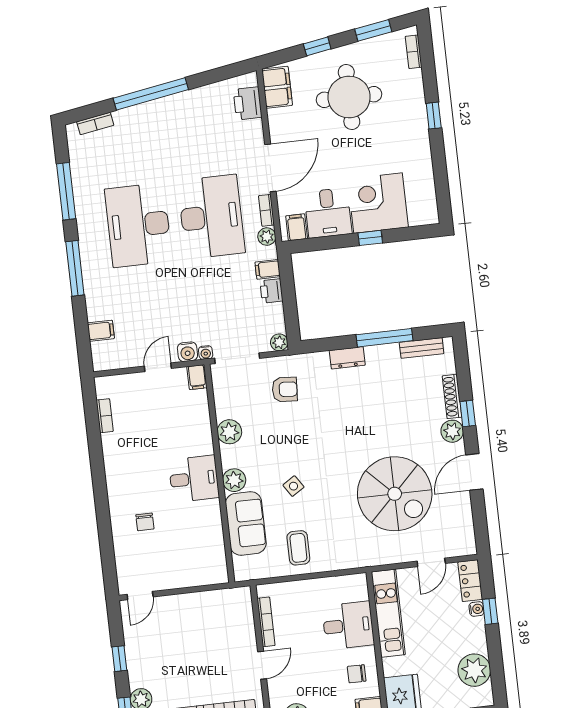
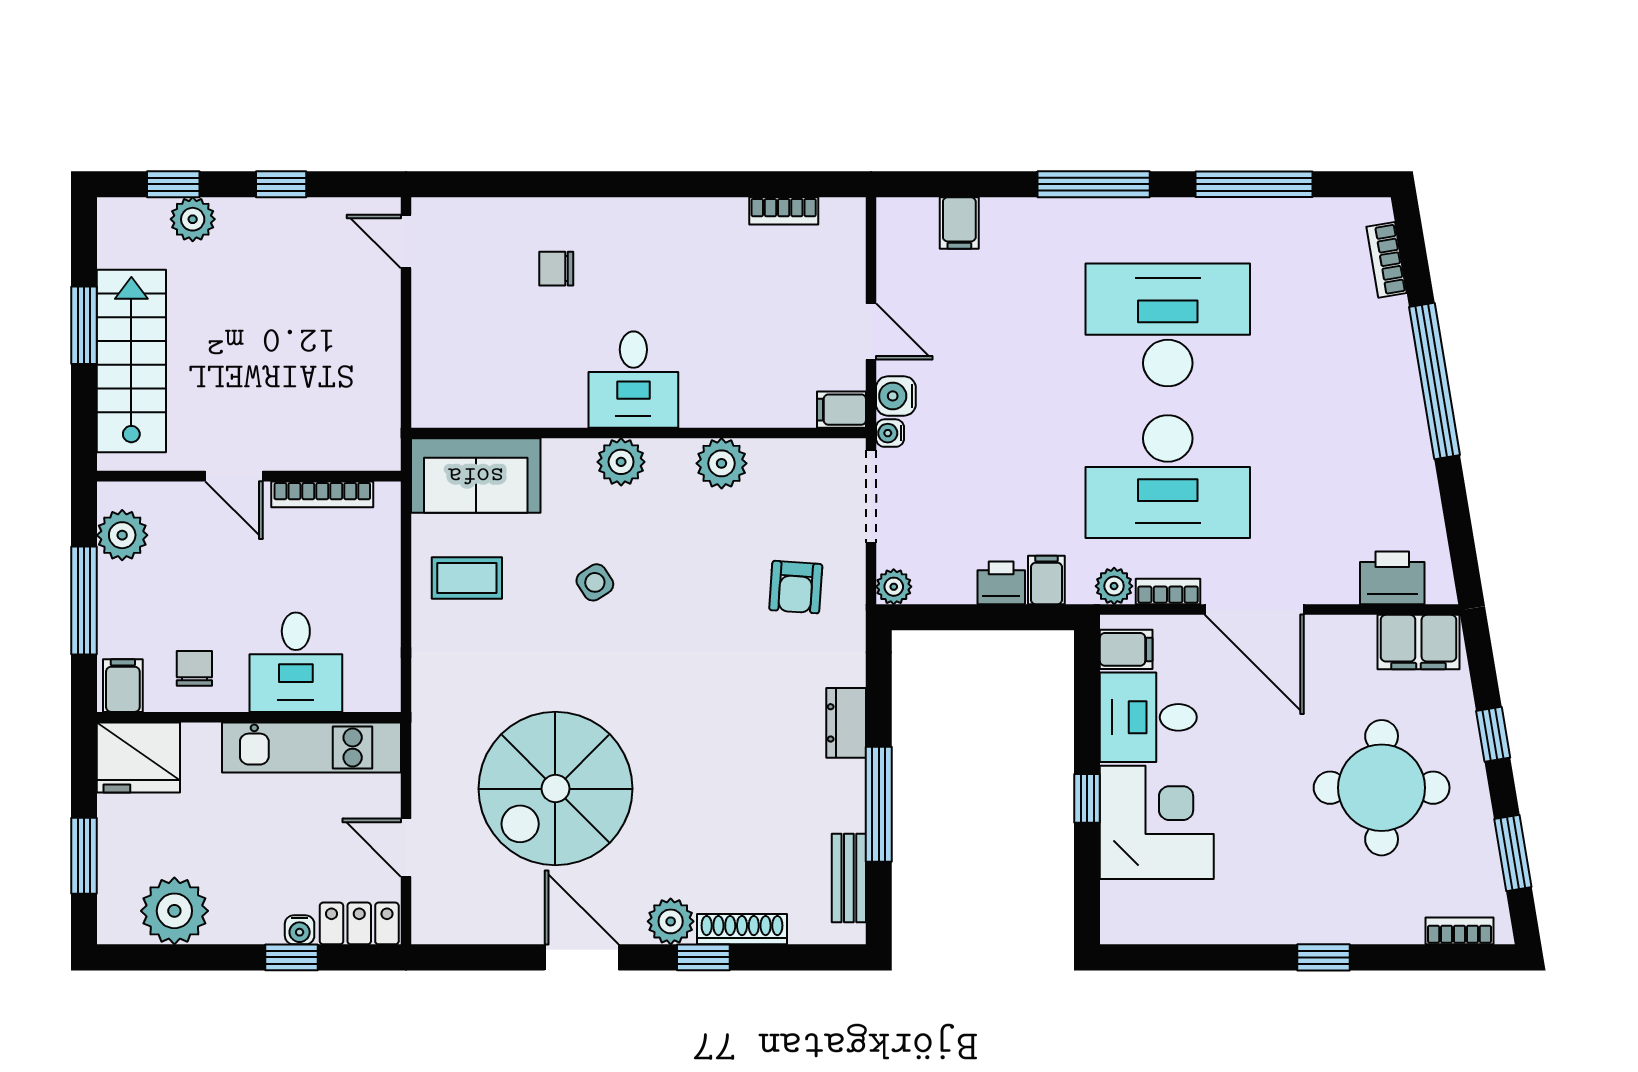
sofa: (246, 523) -> (476, 476), moved

